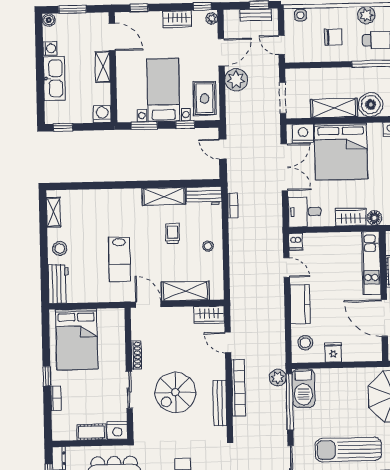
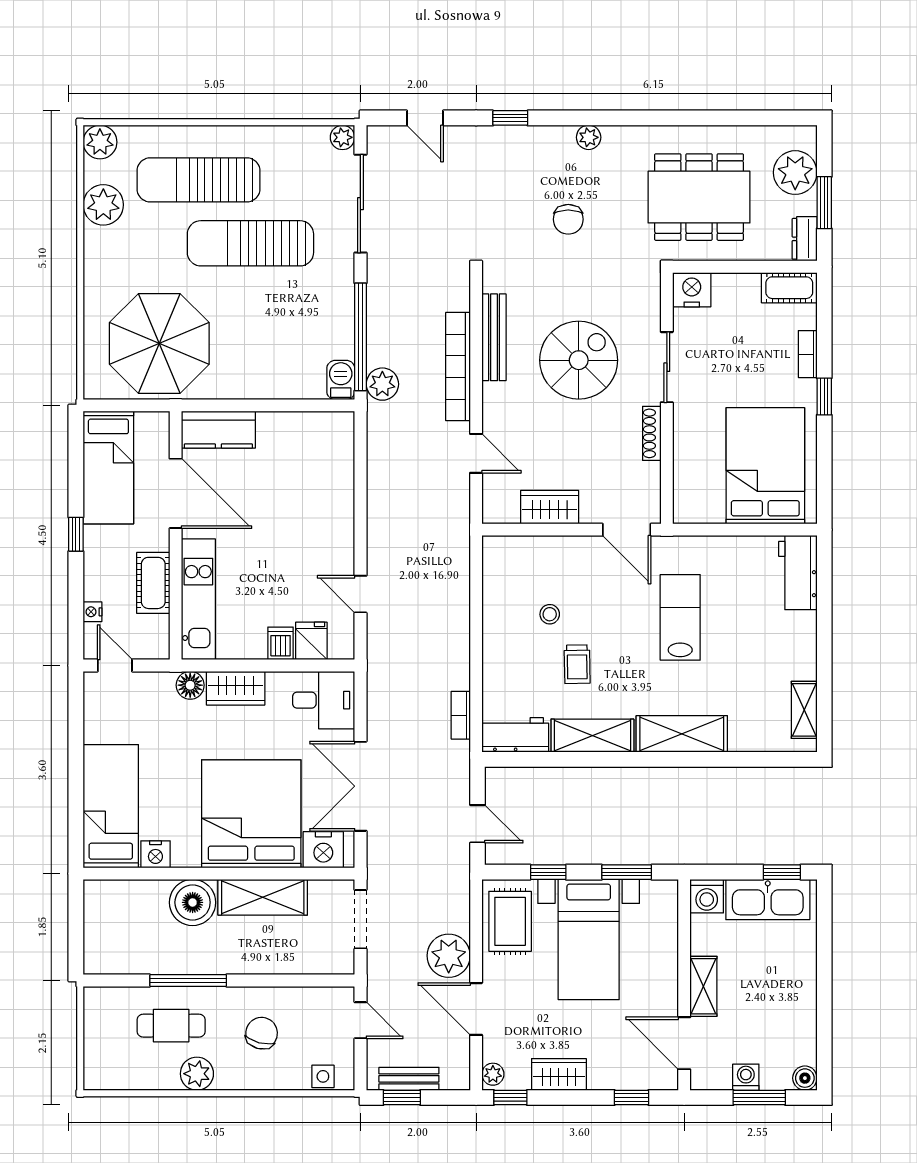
chair: (333, 37) -> (262, 1033), turned 105
washing machine: (50, 48) -> (746, 1077), moved, turned 90
door: (221, 52) -> (476, 1009), hinge flipped
kitchen sink: (54, 78) -> (768, 900), moved, turned -90
dishwasher: (296, 242) -> (281, 643), moved
stool: (208, 246) -> (550, 614), moved
stool: (60, 248) -> (794, 640), removed
shelving: (185, 291) -> (682, 734), moved
kitchen counter: (300, 304) -> (218, 430), moved, turned -90
wardrobe: (209, 315) -> (550, 507), moved
stool: (305, 343) -> (328, 449), removed
fridge: (333, 352) -> (311, 641), moved, turned 180
barbecue: (303, 388) -> (341, 380), width x0.53, depth x0.65
cot: (91, 432) -> (789, 288), moved
sun lounger: (348, 449) -> (250, 243), turned 180

